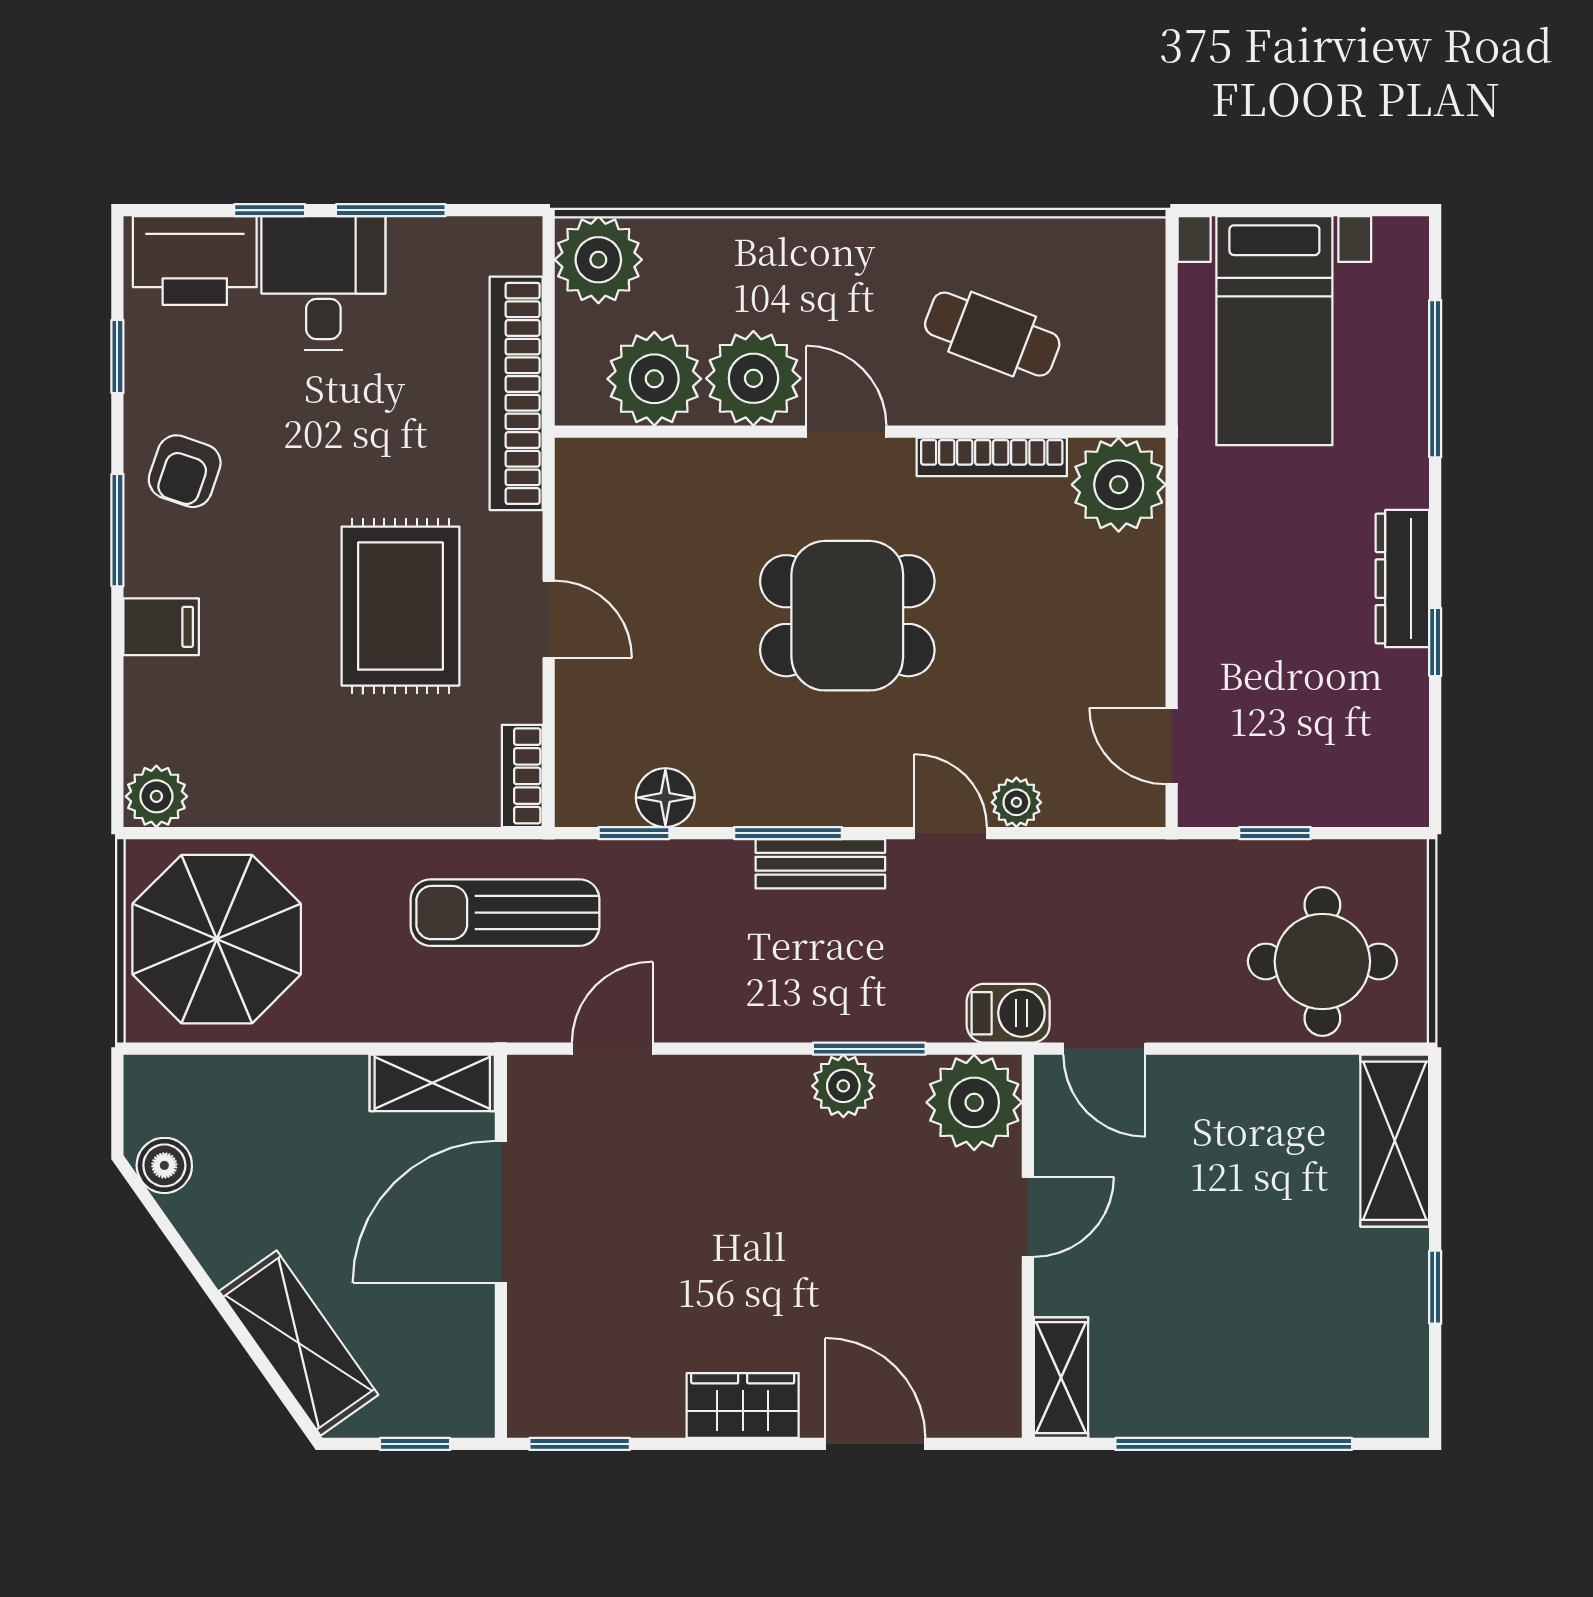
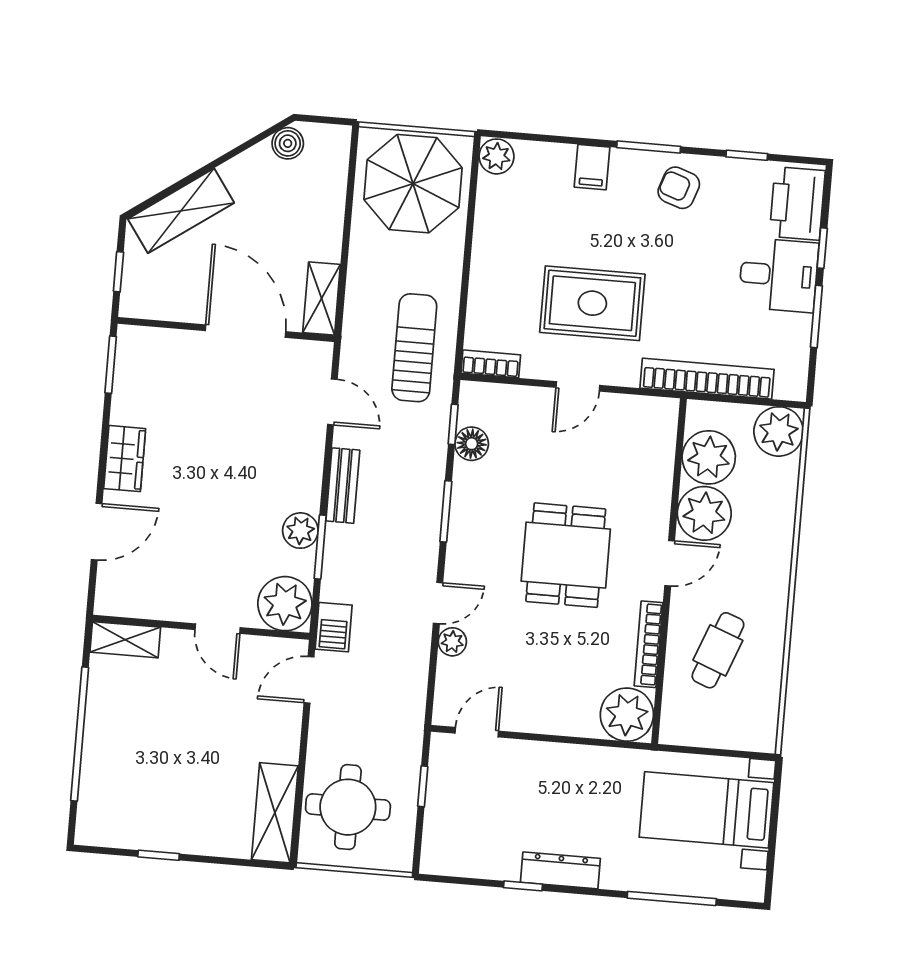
bench: (820, 864) -> (343, 486), moved
shelving: (1395, 1141) -> (275, 813), moved, turned 90

